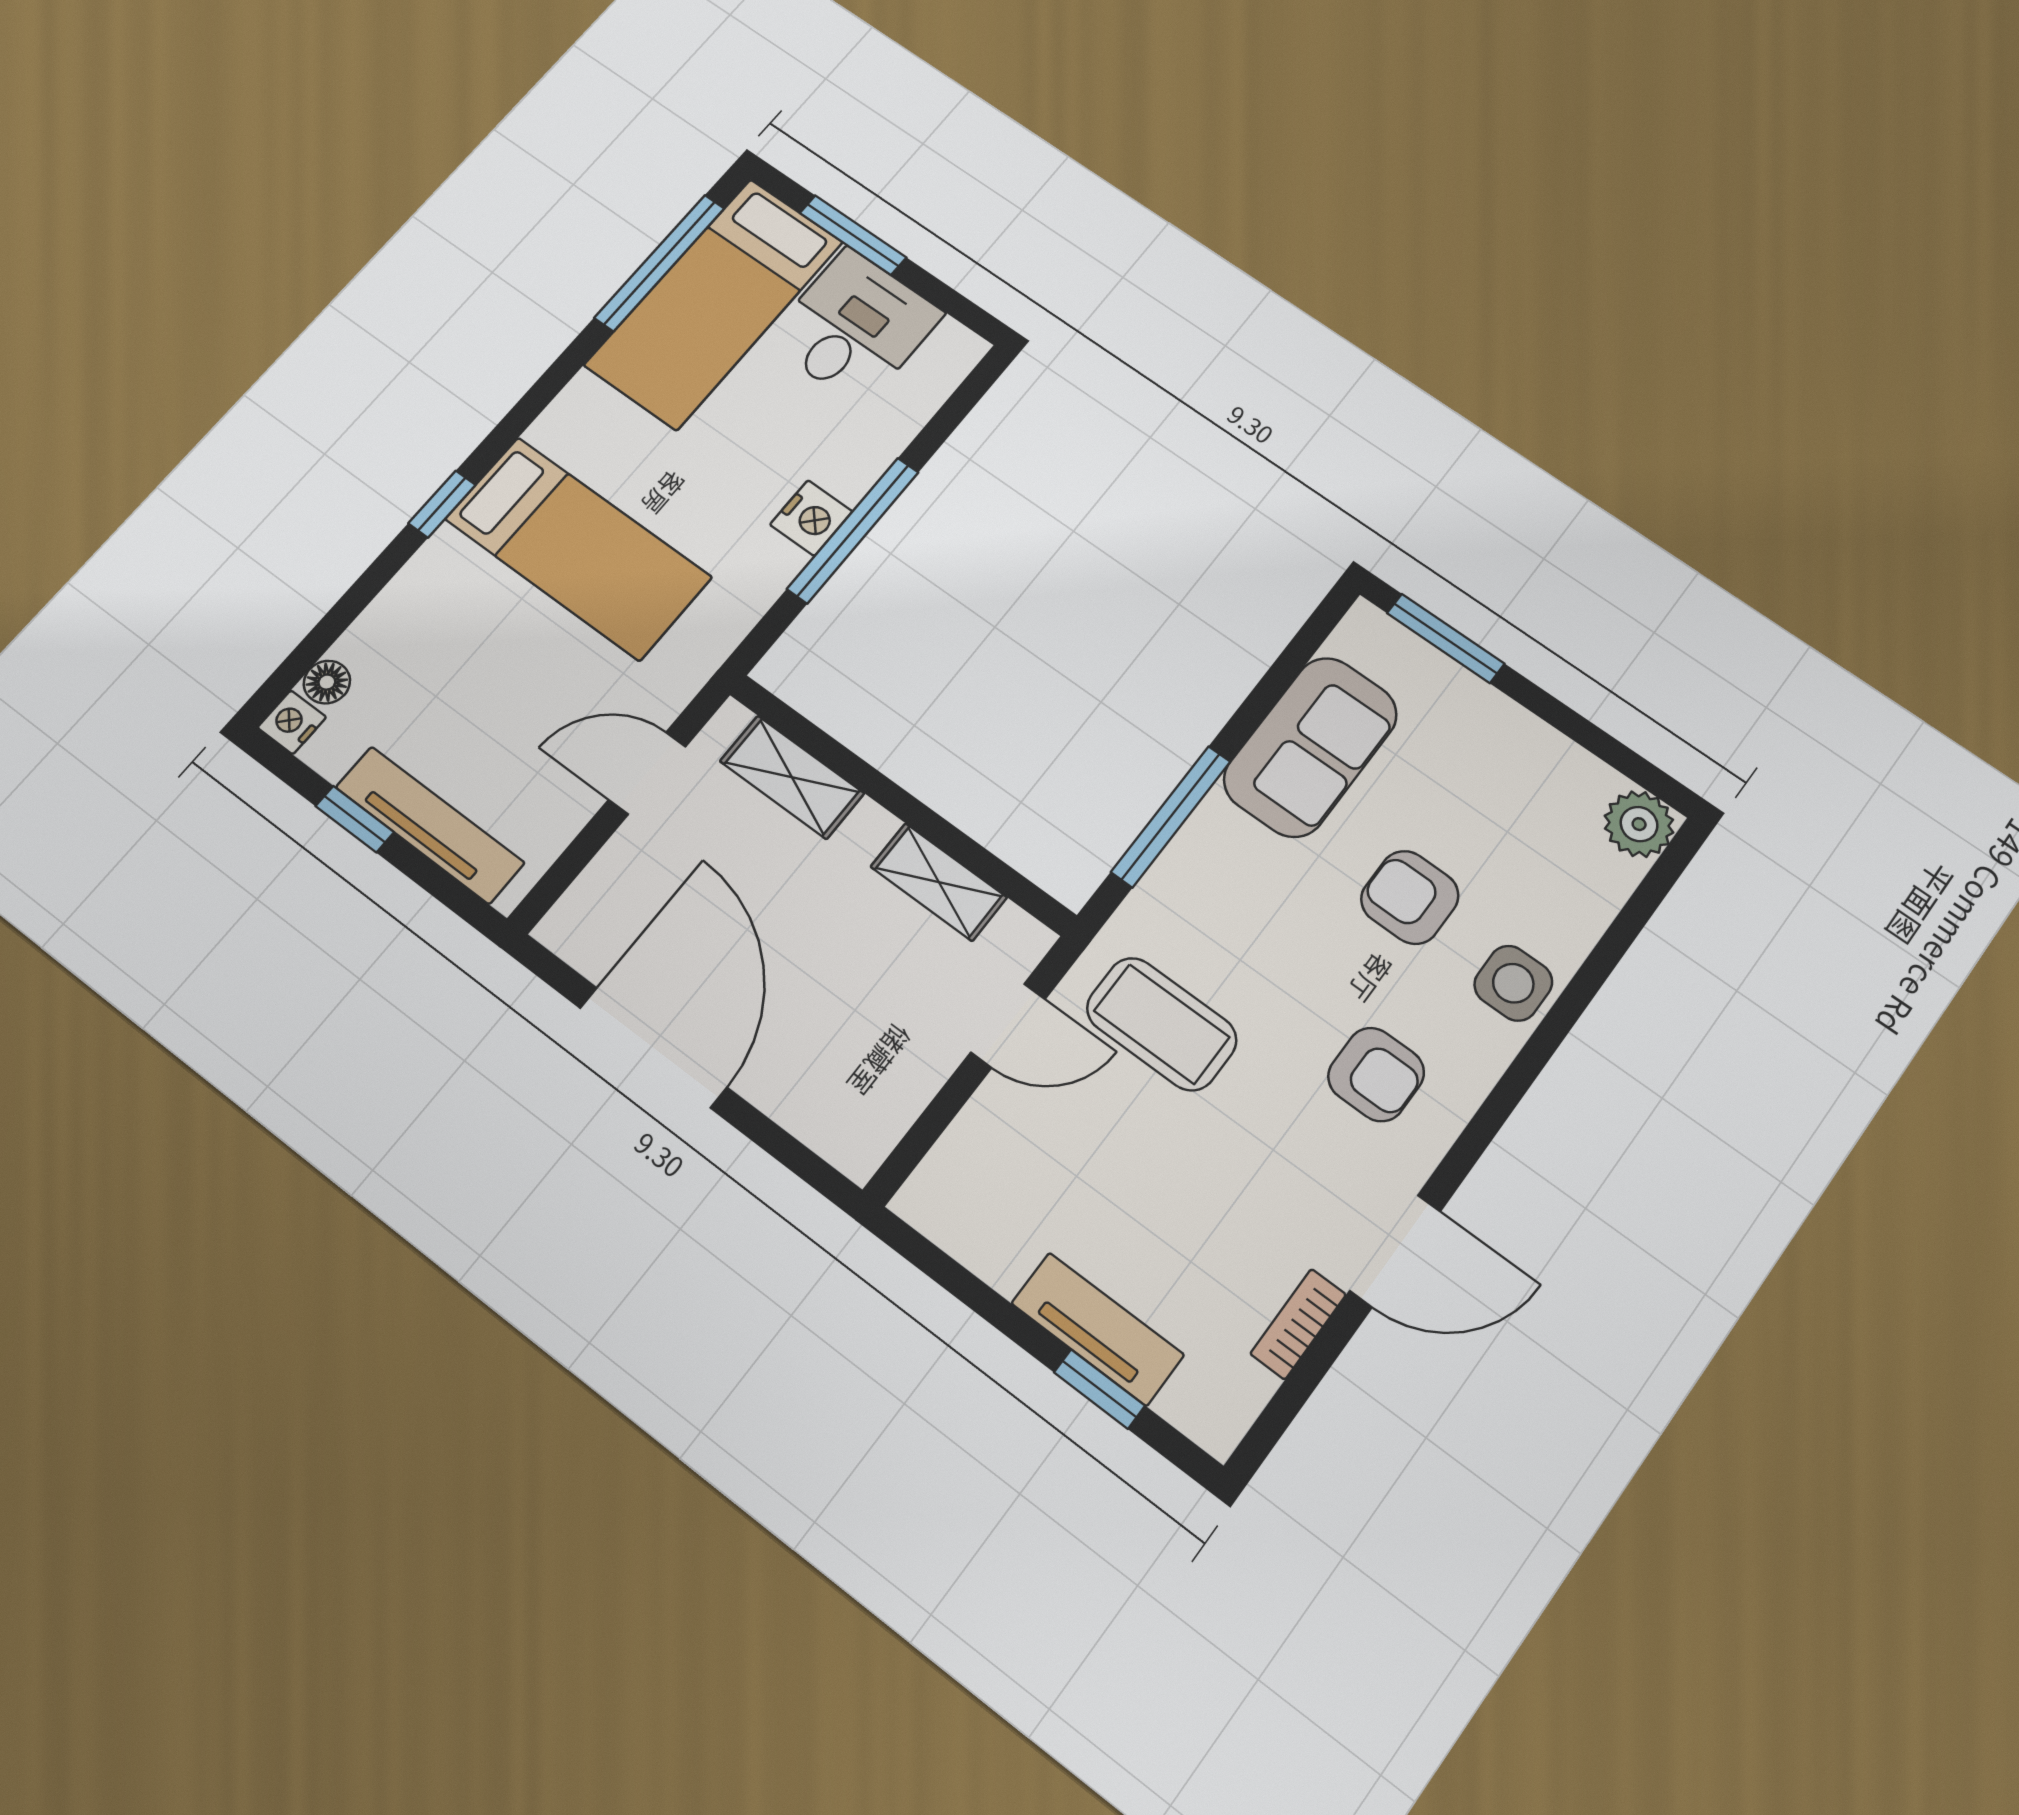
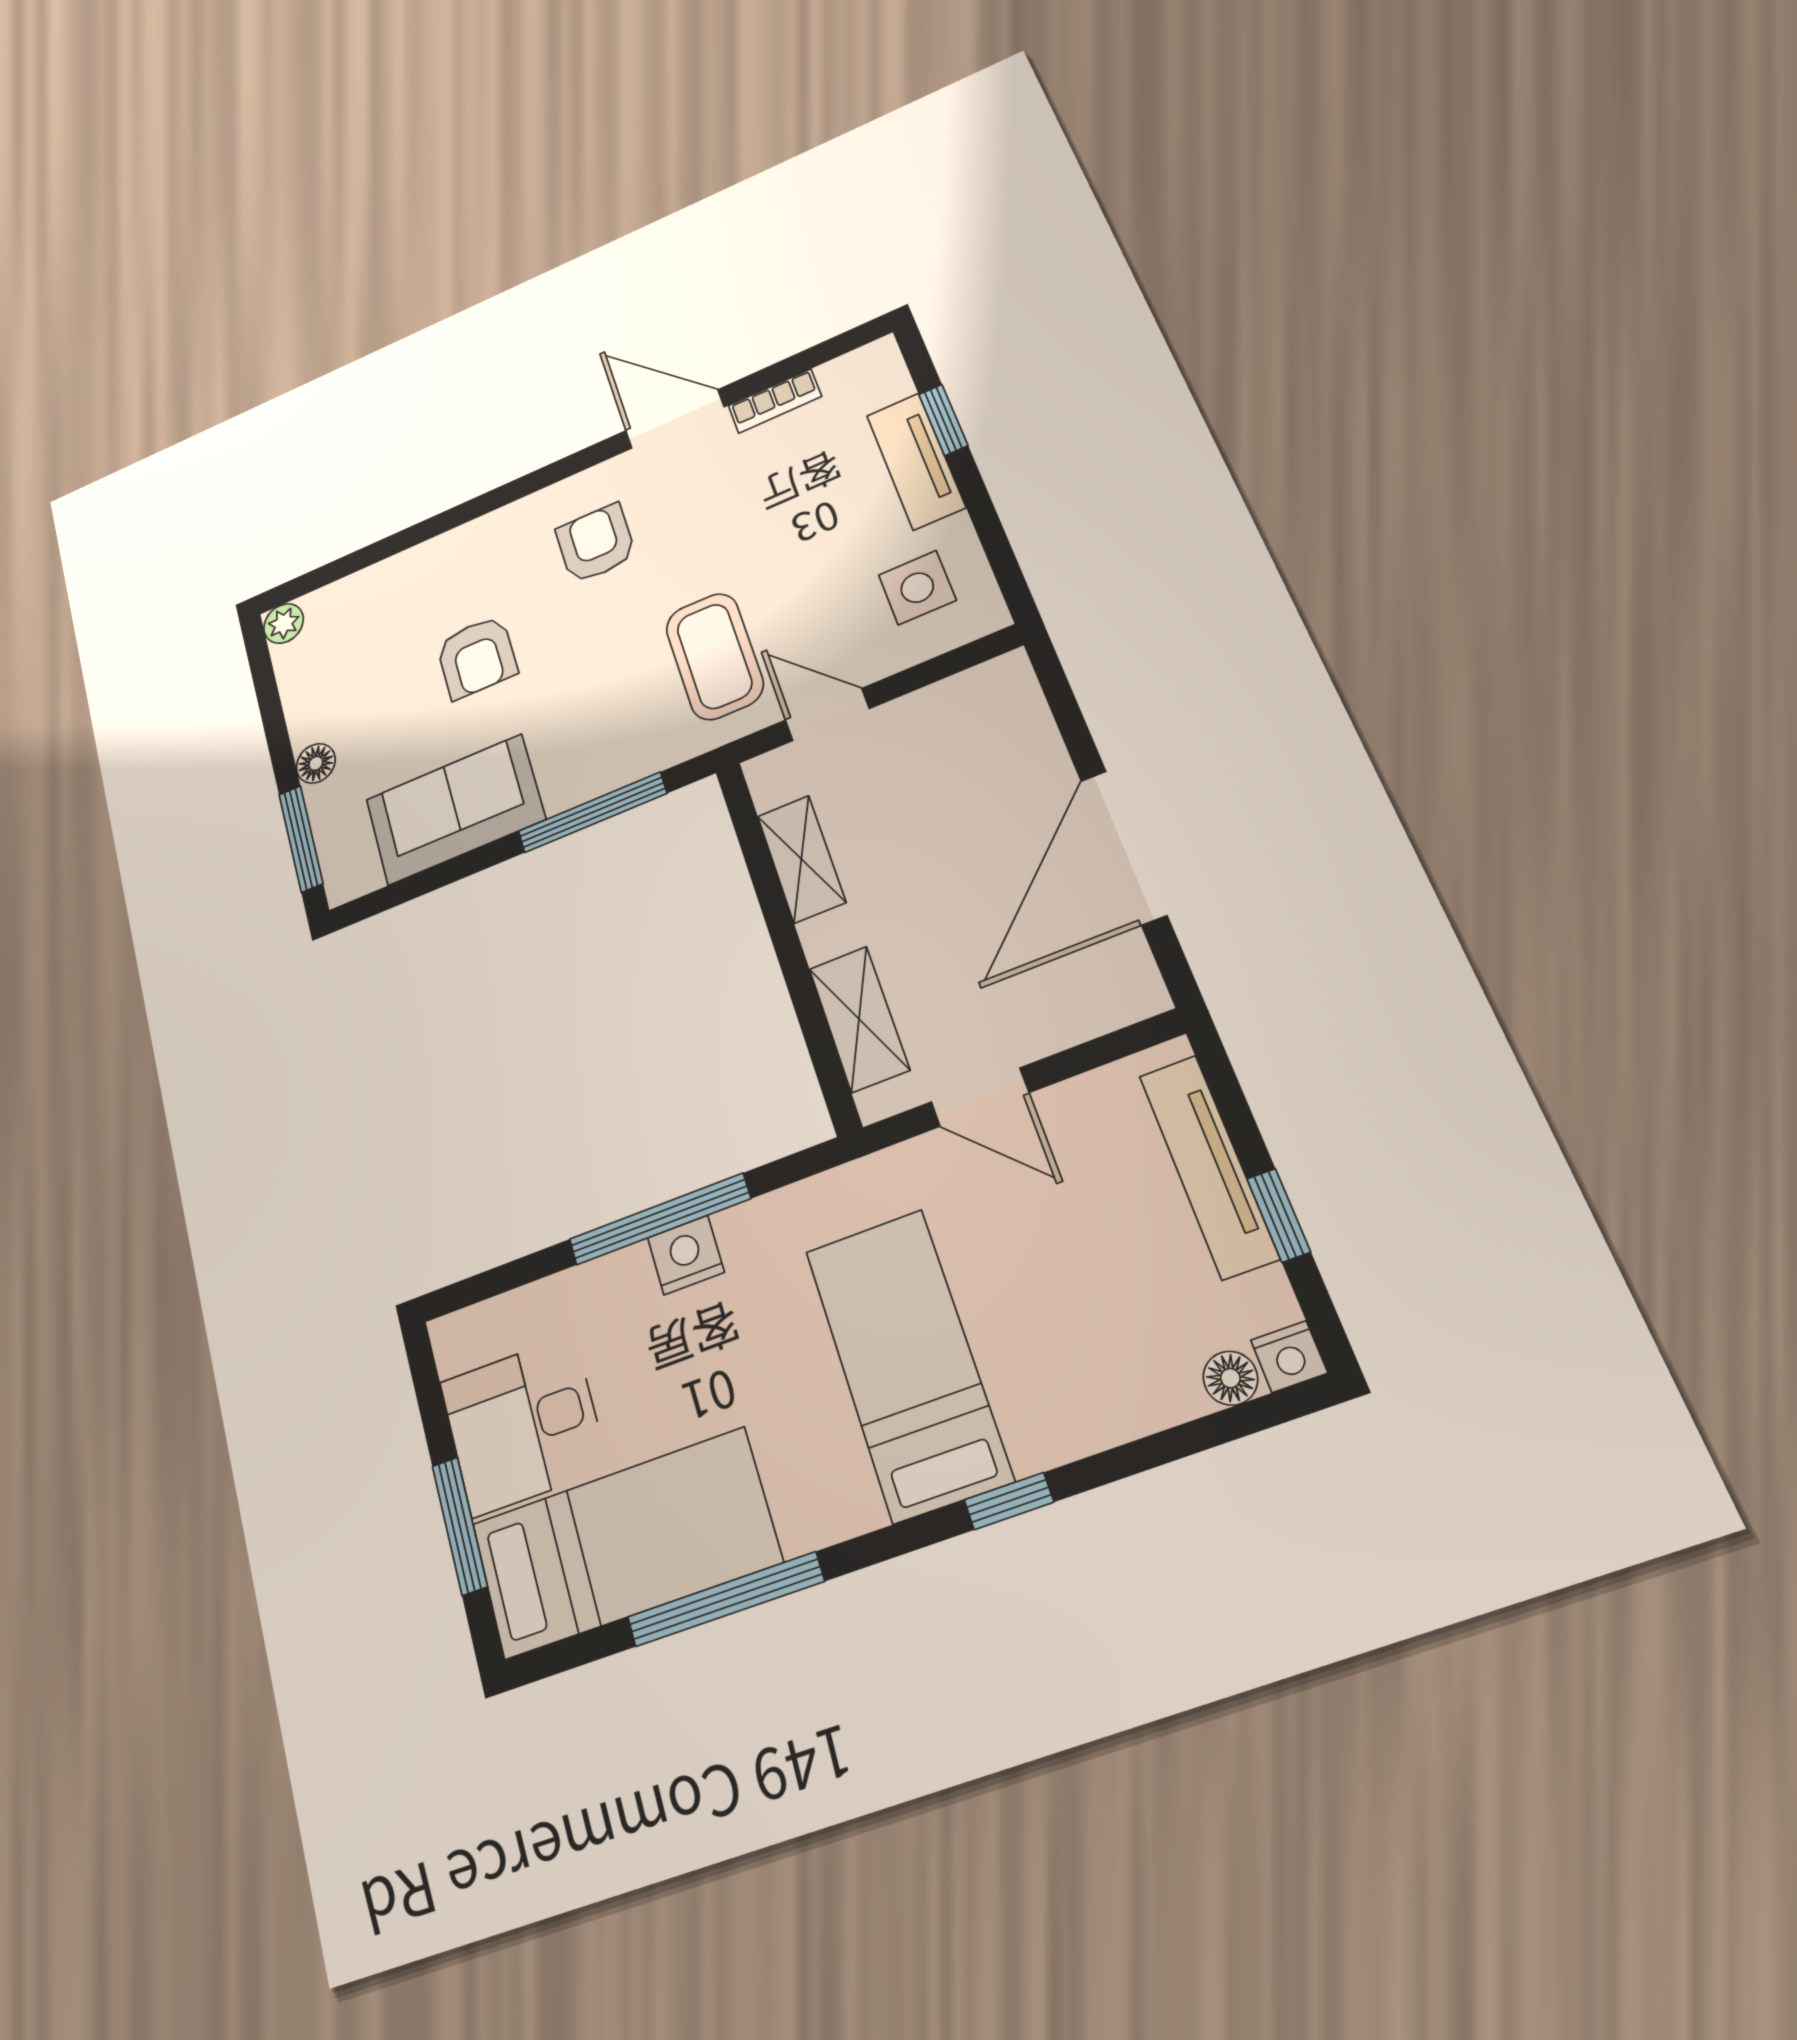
window: (660, 263) -> (725, 1599), moved
floor lamp: (1492, 712) -> (316, 763), added
plant: (1639, 824) -> (284, 624), width x0.73, depth x0.73
side table: (1513, 983) -> (917, 588), moved

